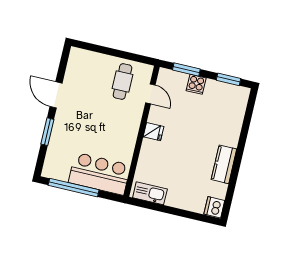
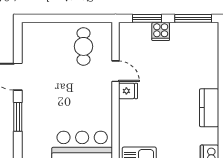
window: (229, 79) -> (193, 18), width x1.44
door: (150, 94) -> (116, 71), moved

